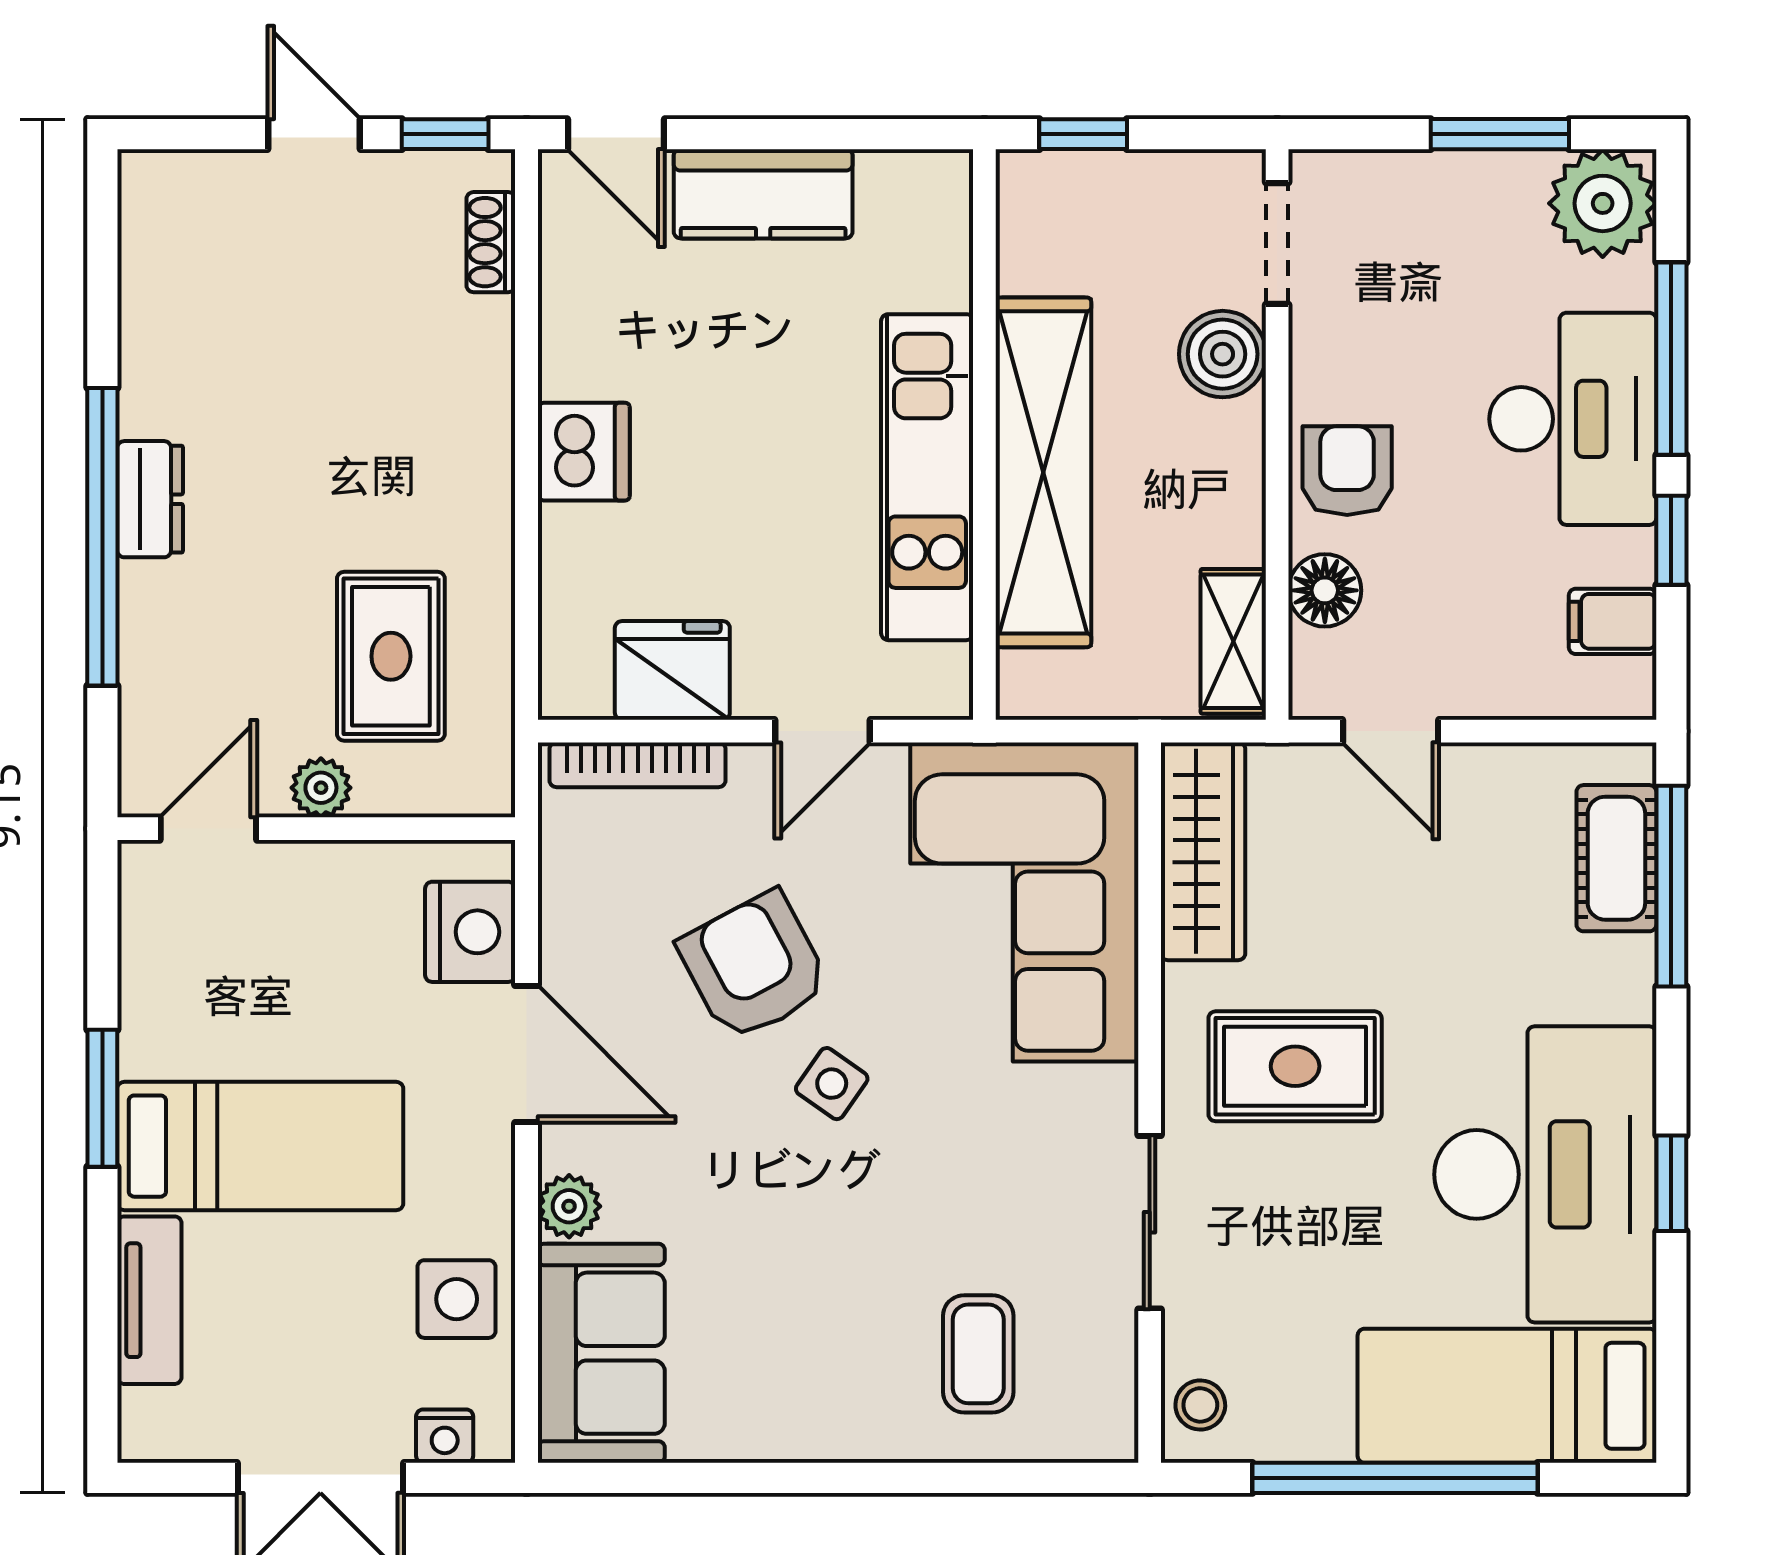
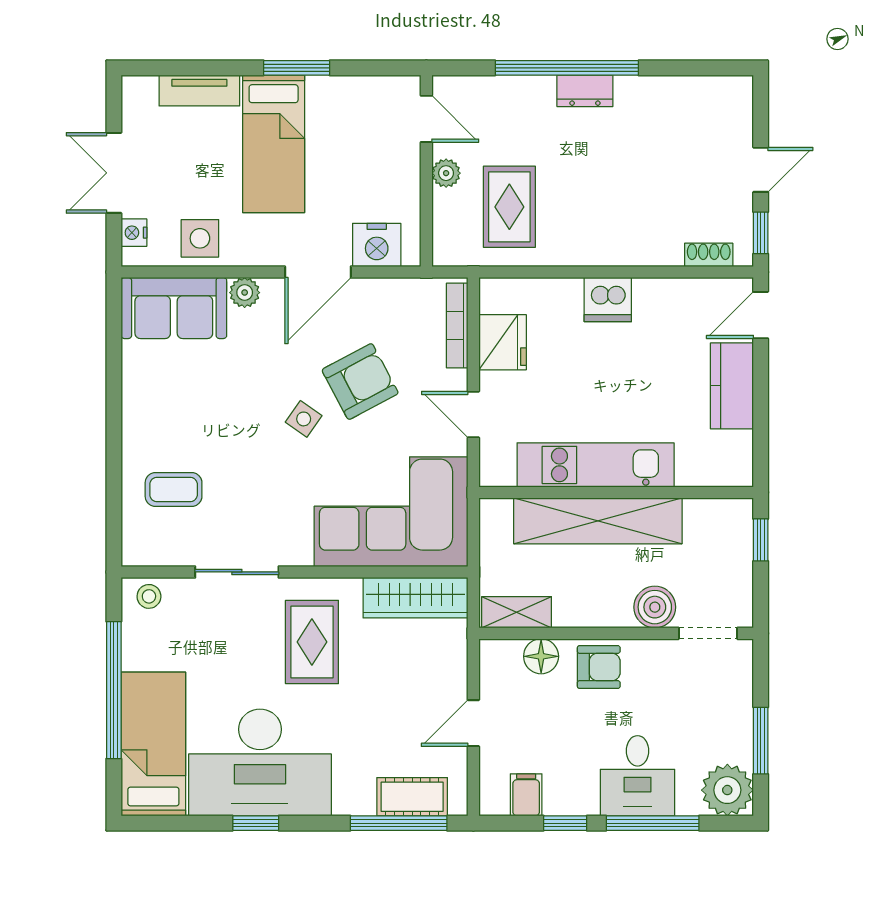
desk: (1573, 419) -> (638, 776), width x0.73
rug: (391, 656) -> (509, 207), turned 90
door: (1391, 731) -> (473, 723), moved

